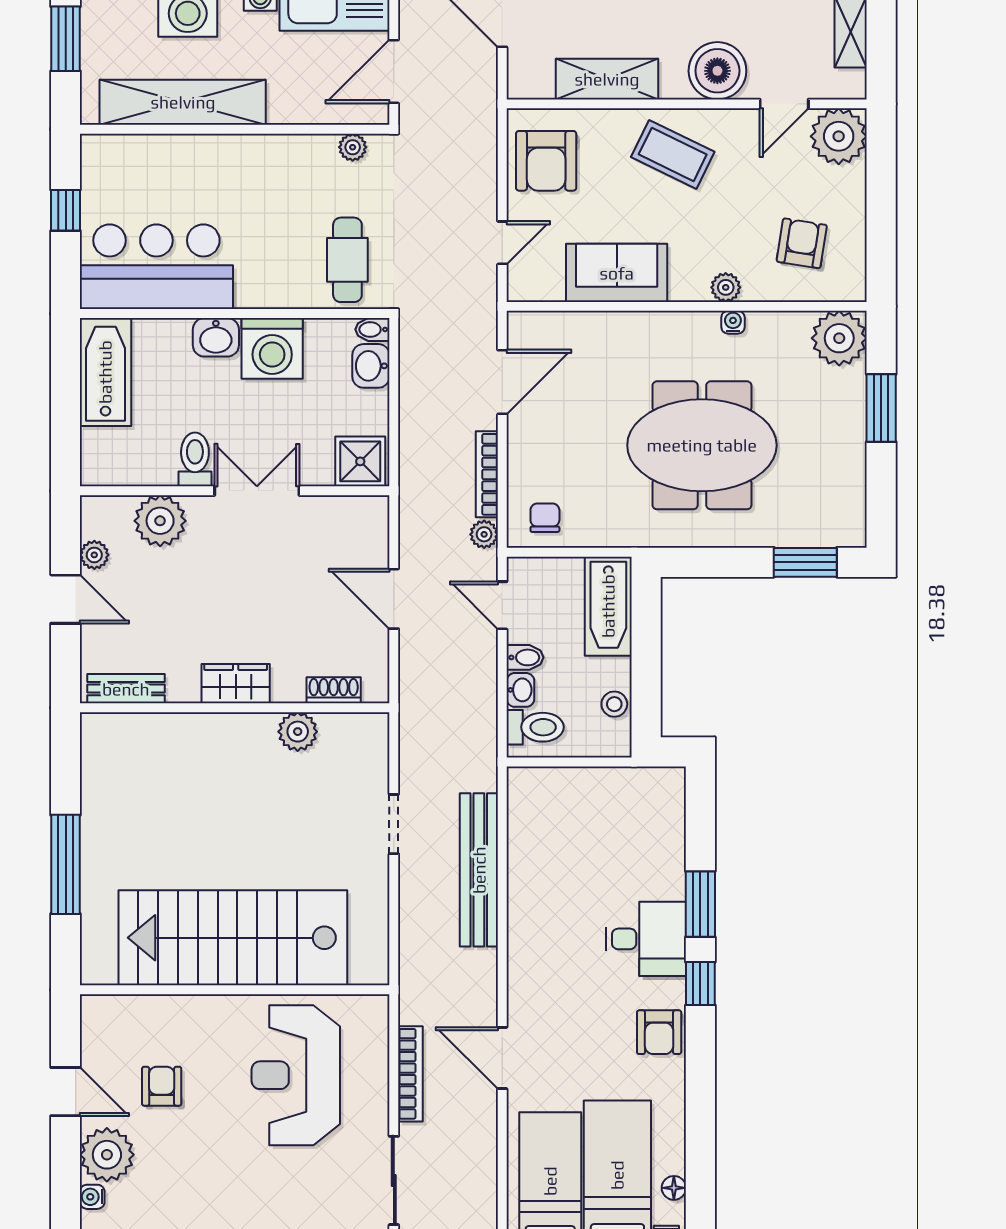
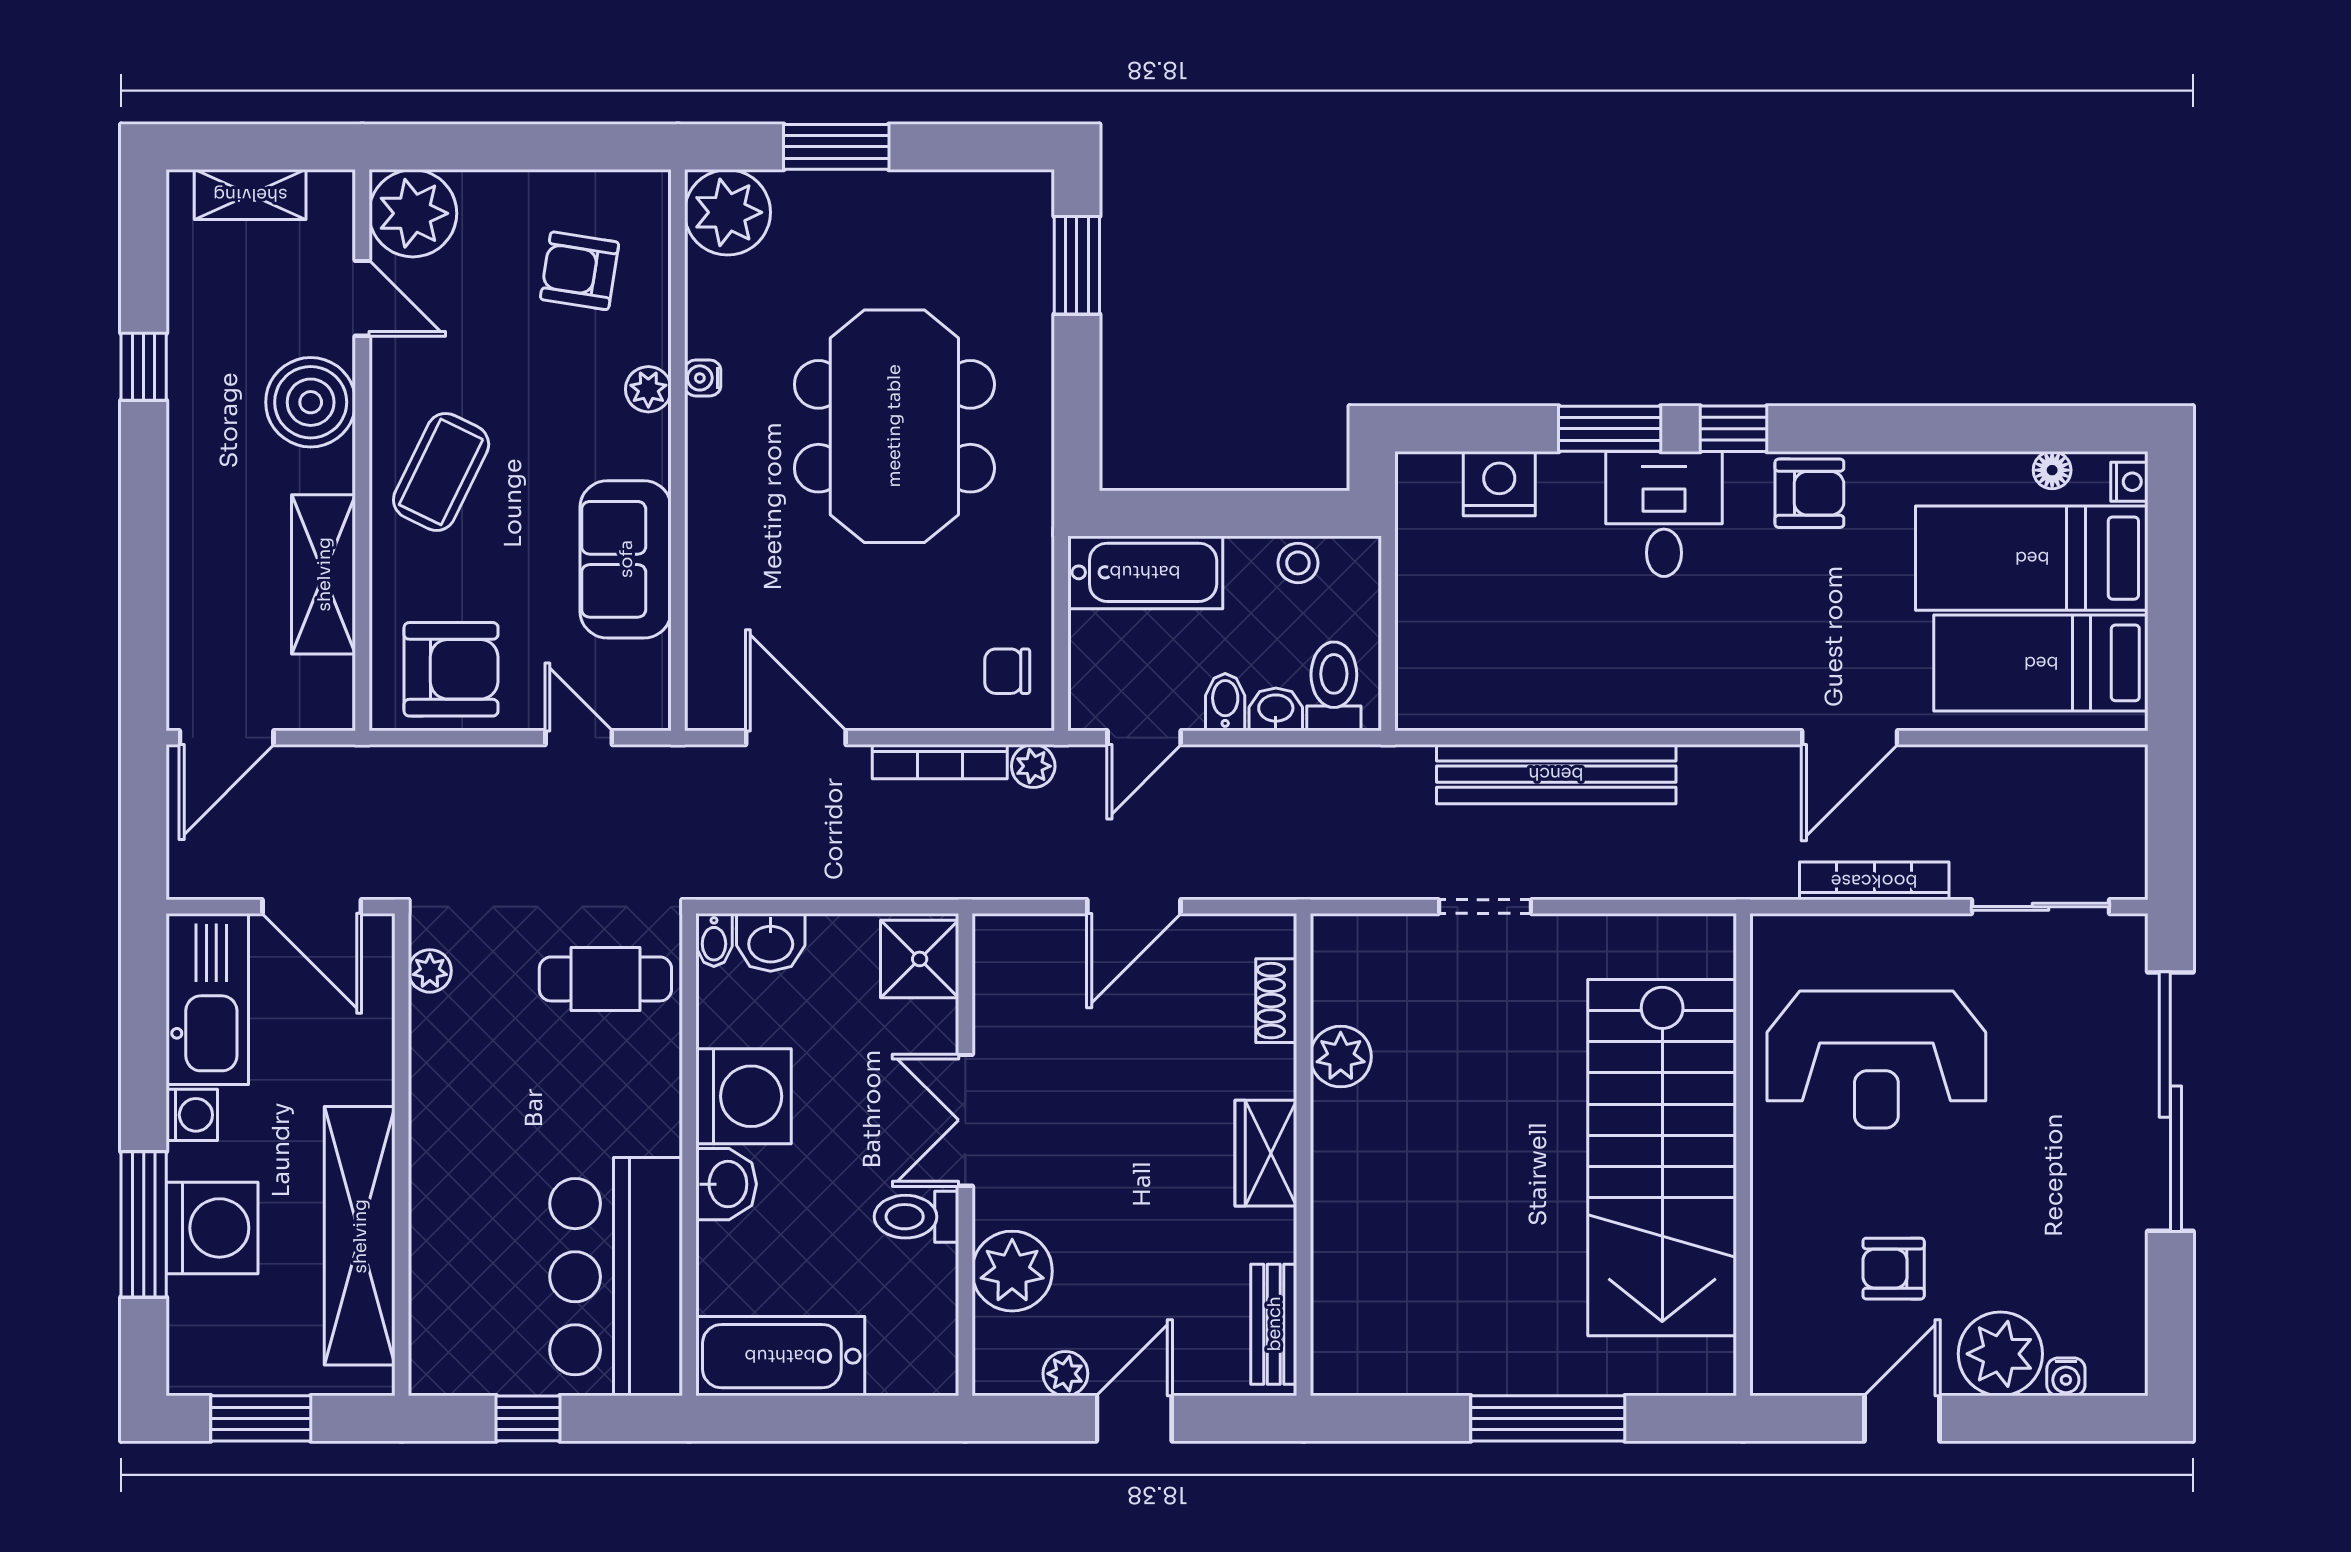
nightstand: (665, 833) -> (1499, 484), added

